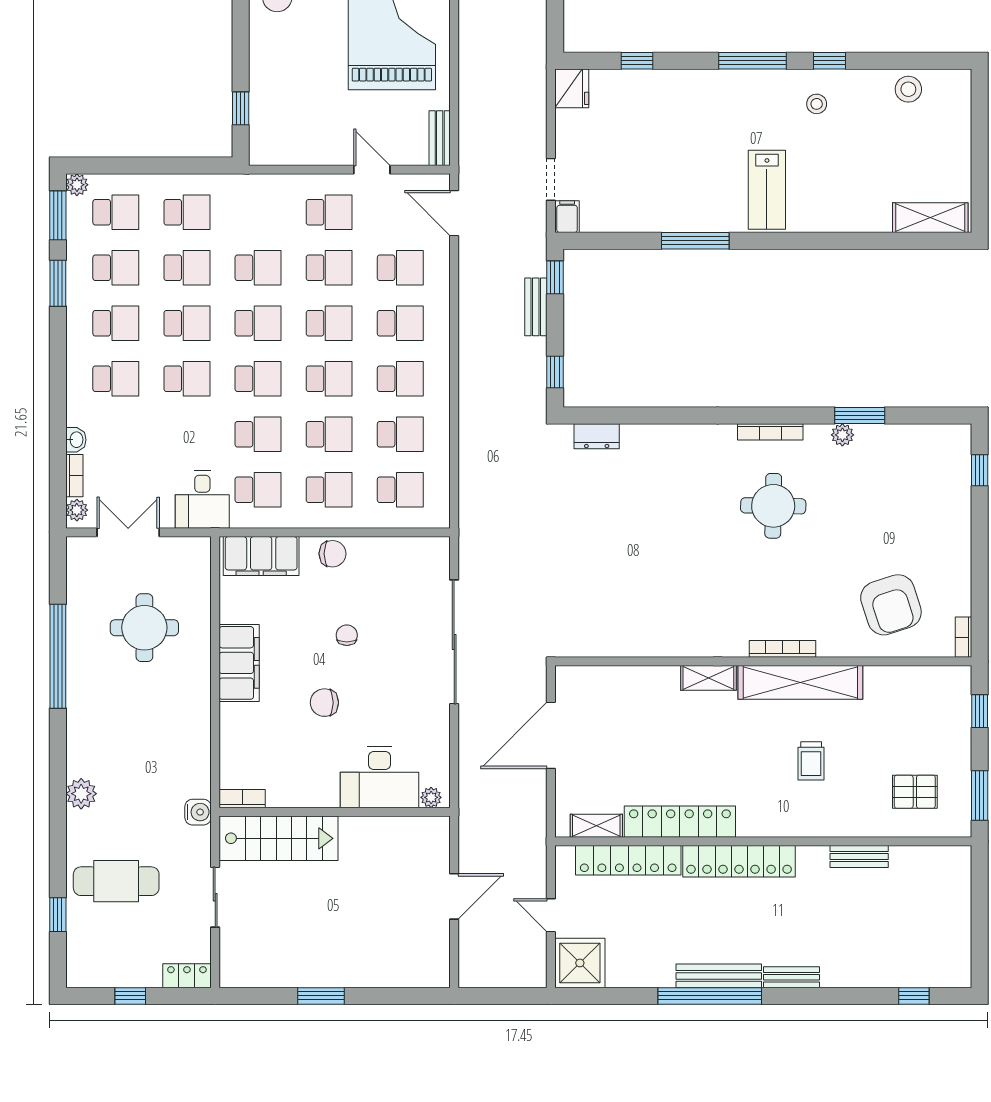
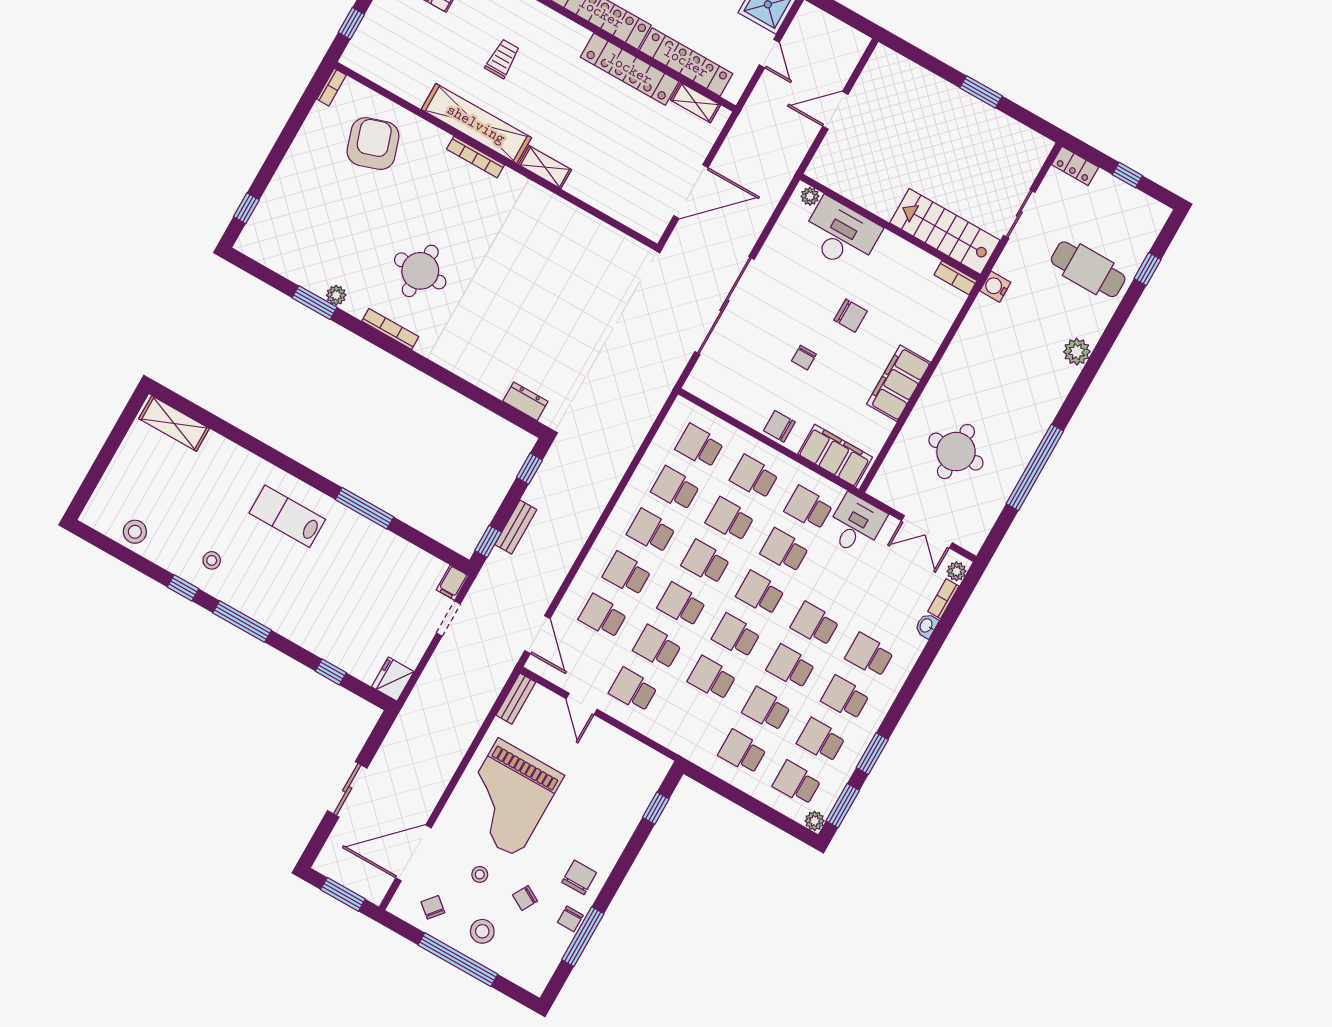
lab bench: (767, 190) -> (287, 516), turned -90

